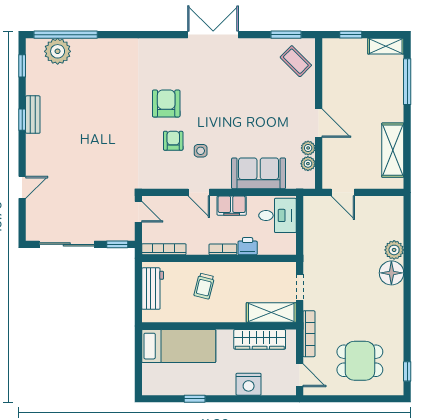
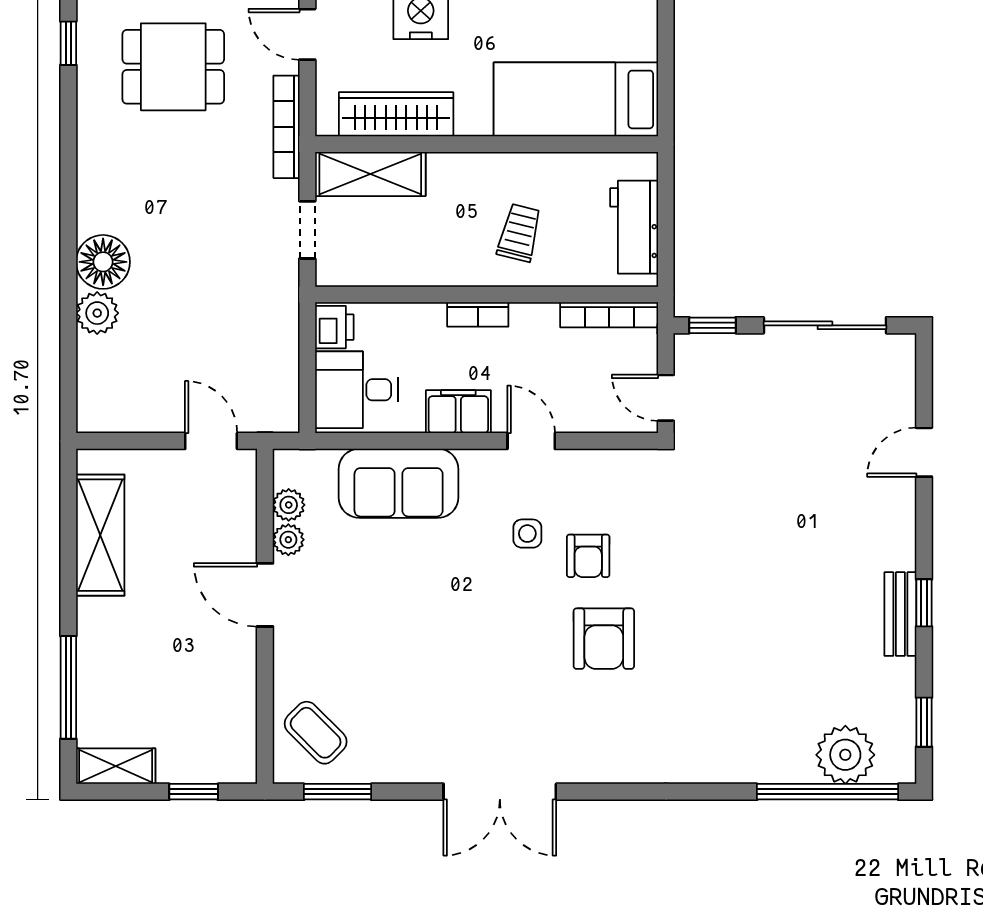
printer: (248, 246) -> (334, 327), moved, turned -90

